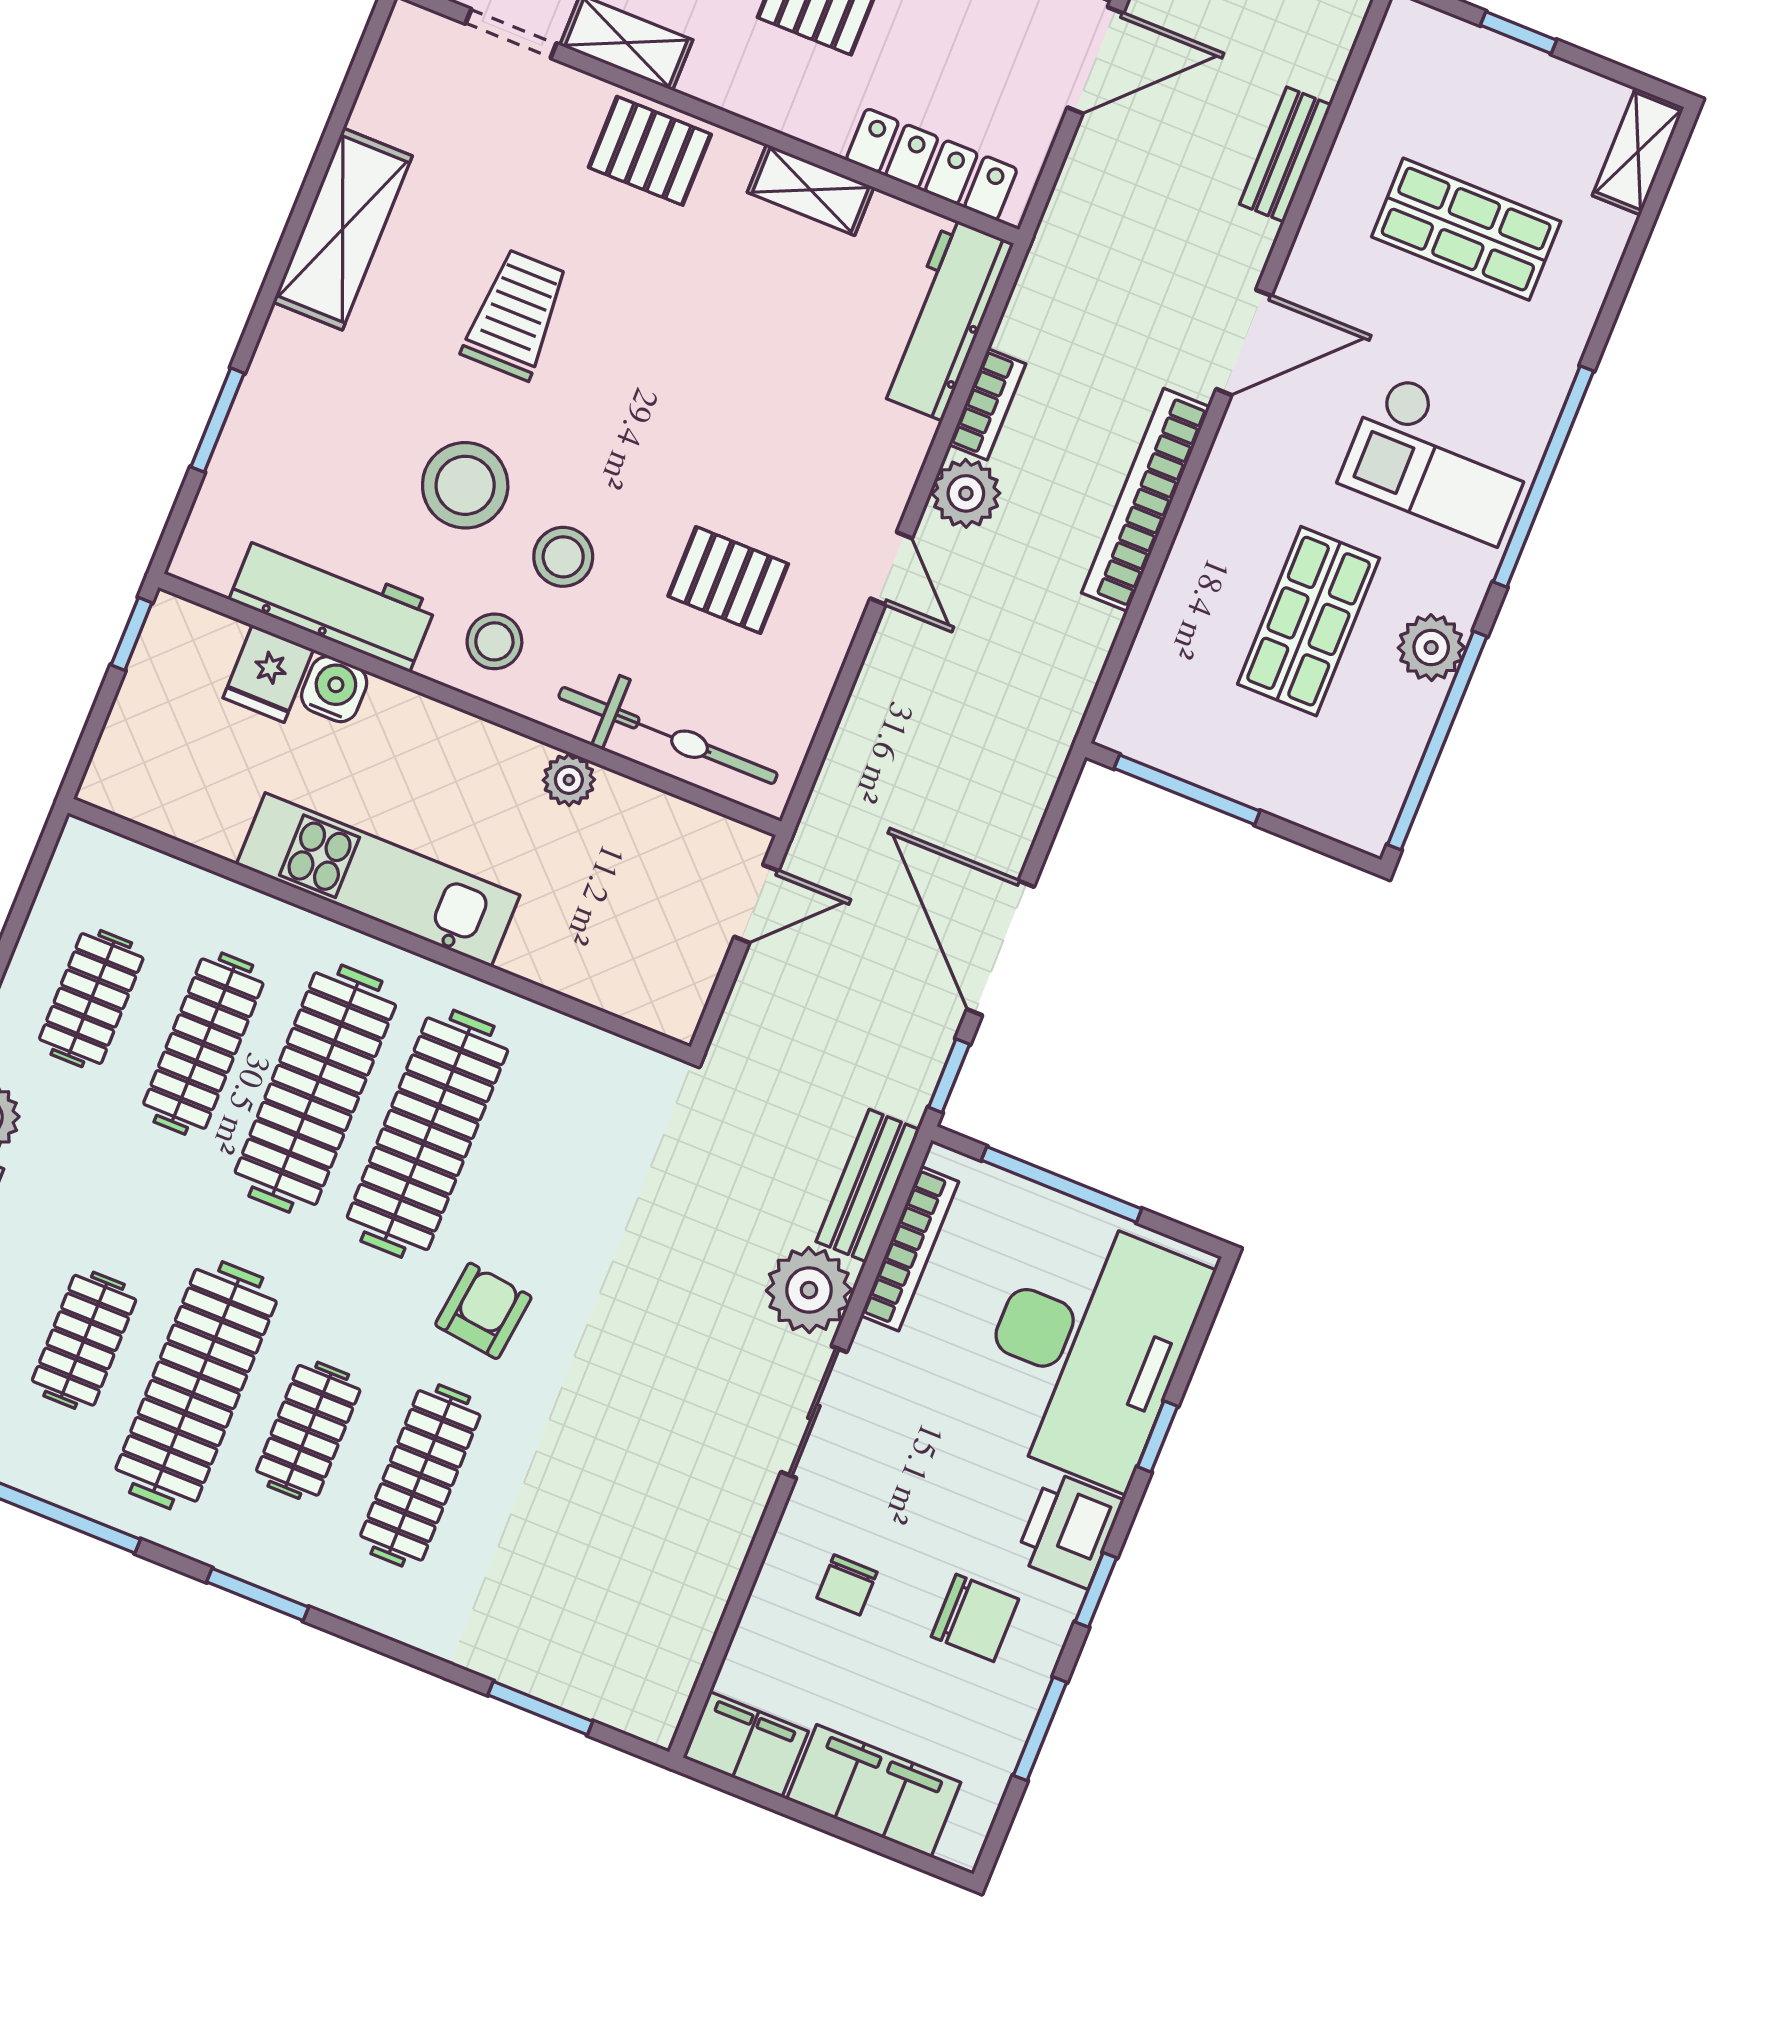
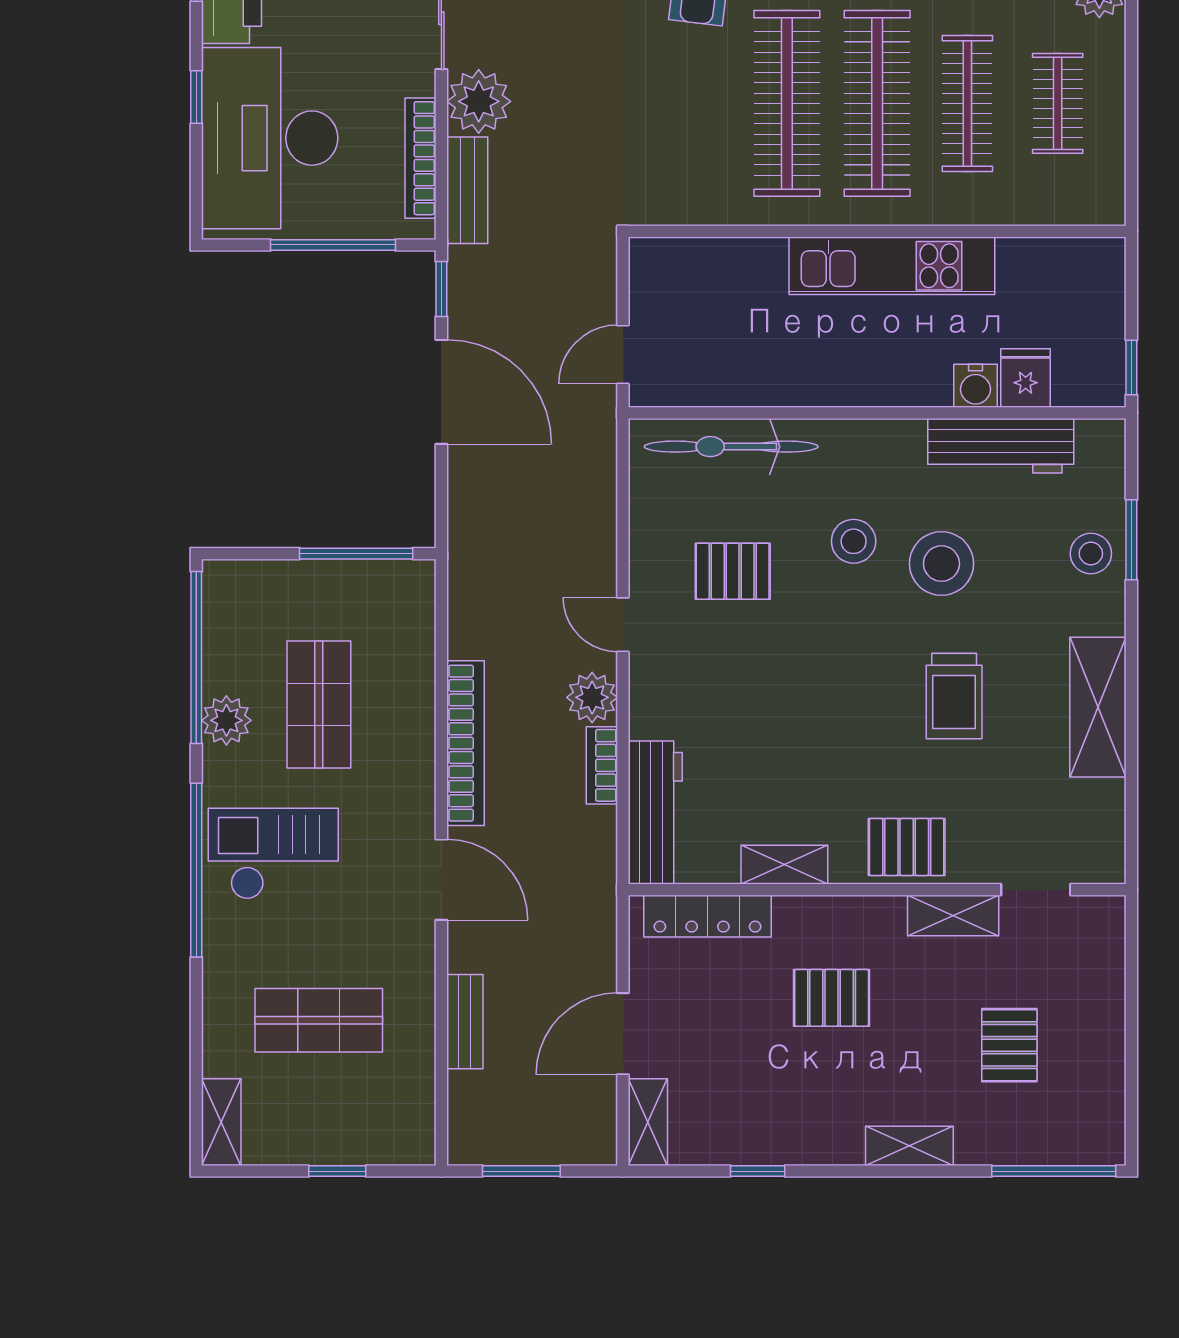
door: (1244, 342) -> (441, 880), swing flipped
stool: (494, 641) -> (1091, 553), moved
plant: (569, 780) -> (787, 388), removed

